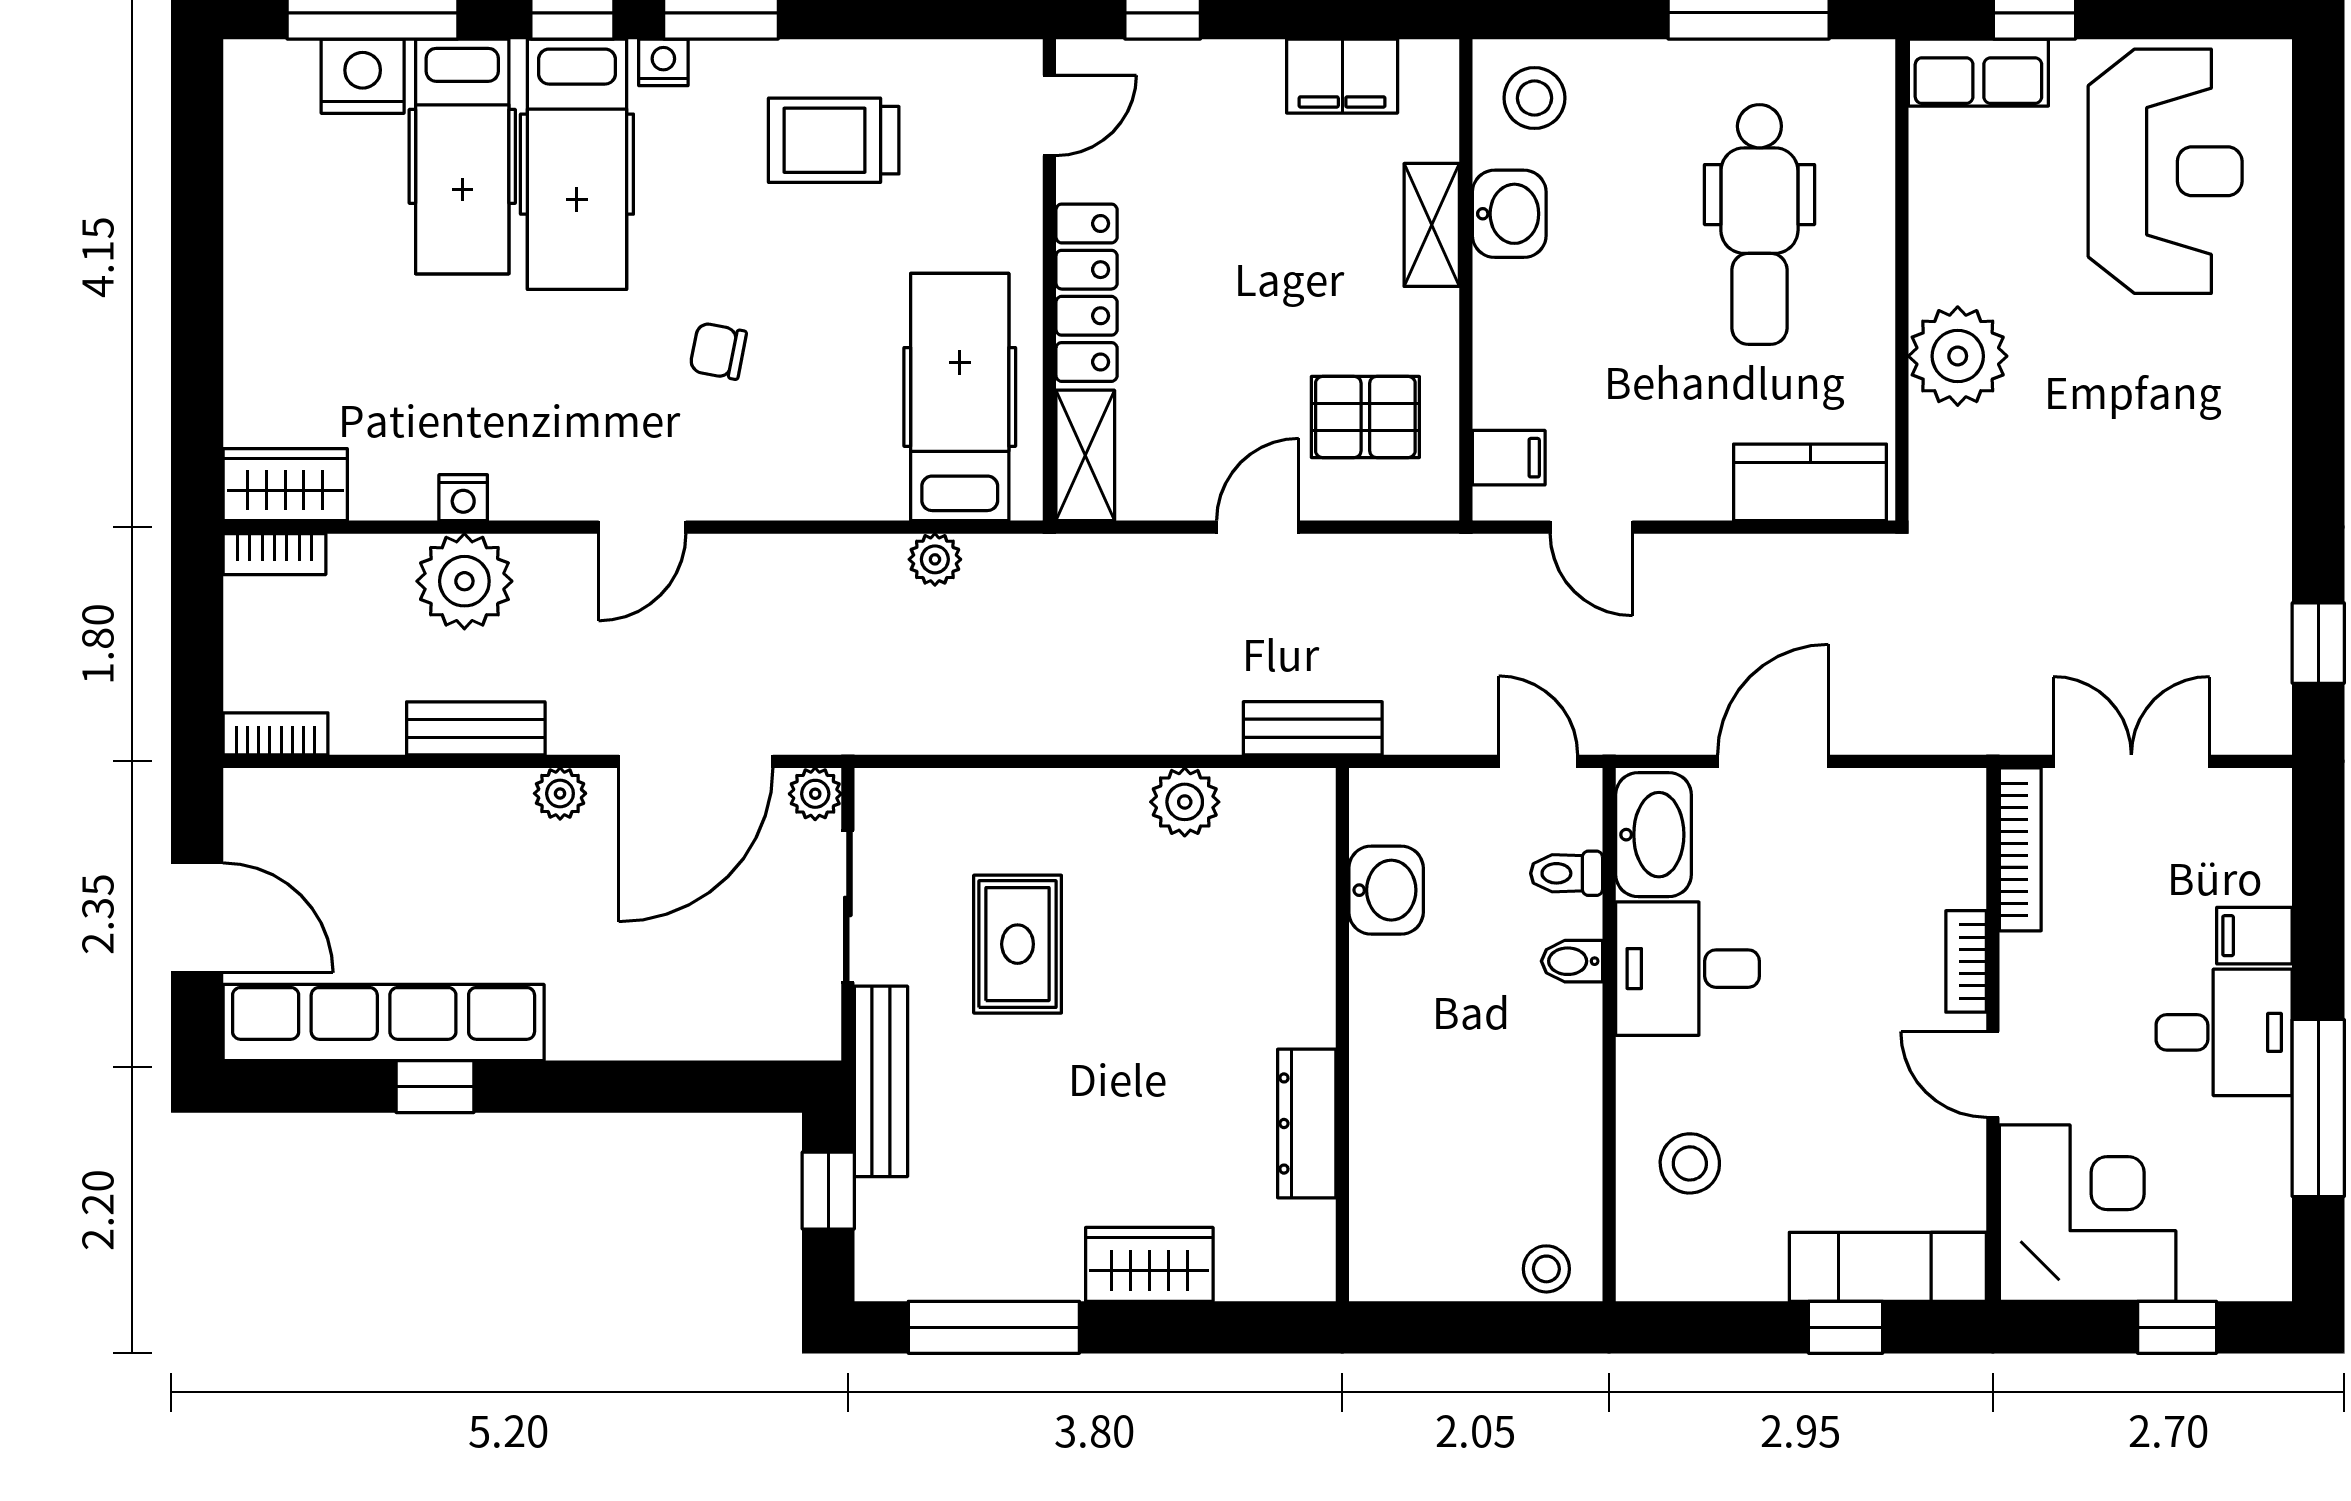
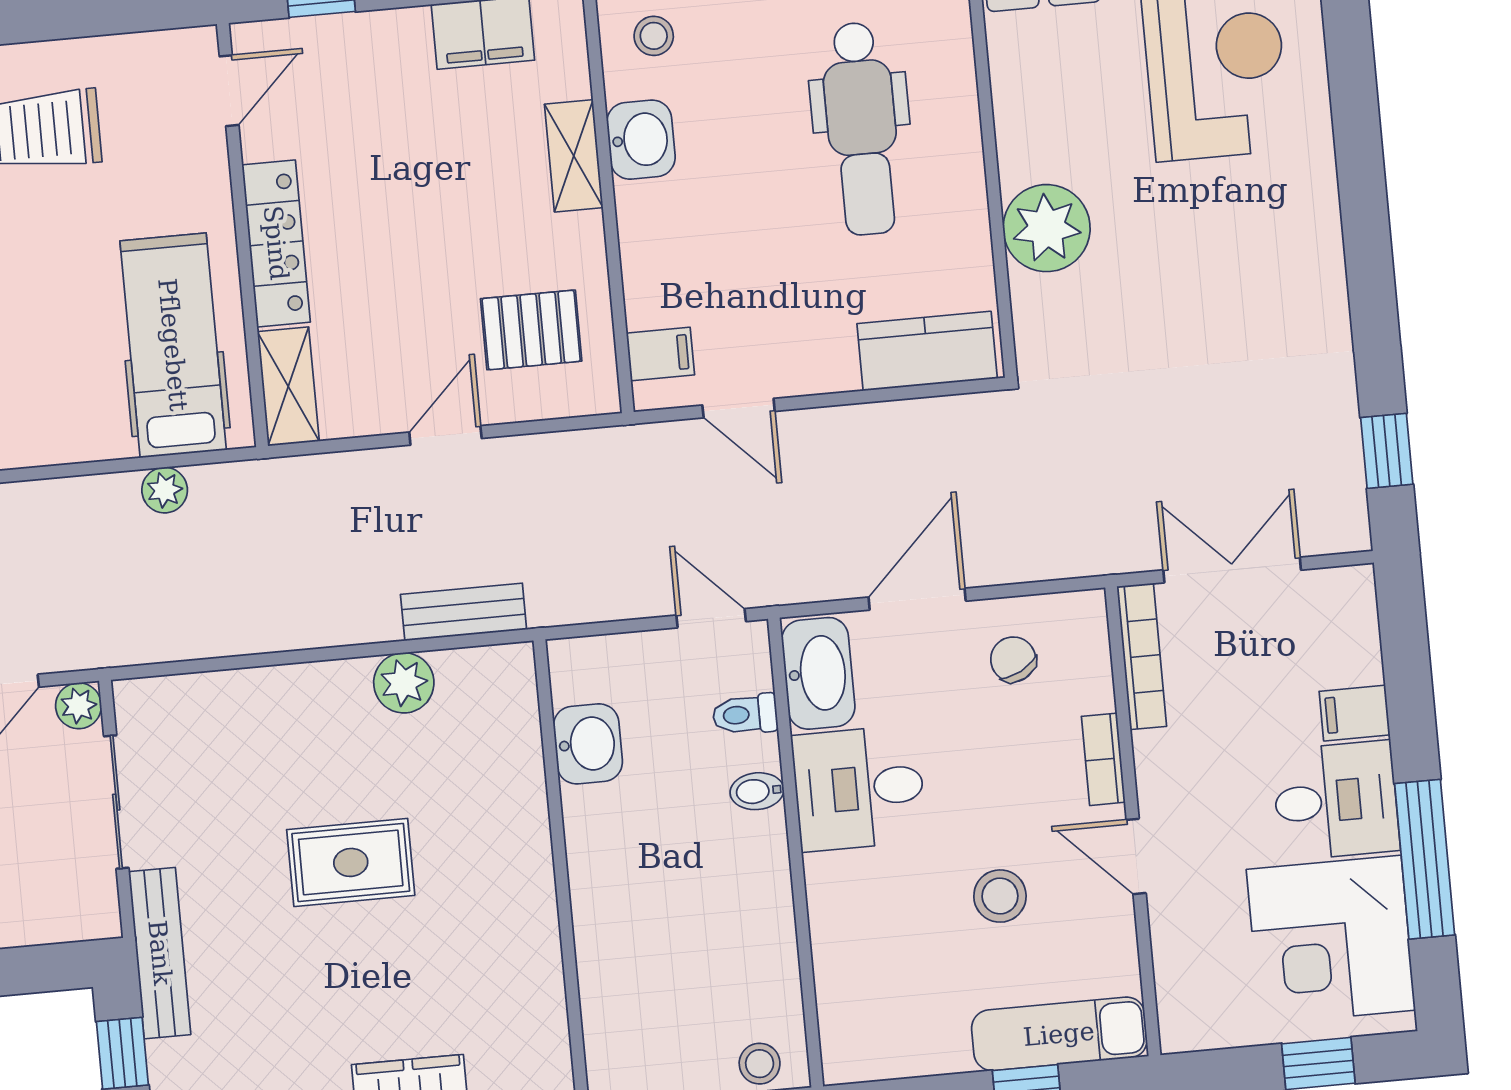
stool: (1534, 98) -> (654, 36), width x0.73, depth x0.73
bench: (1313, 728) -> (464, 612), moved
chair: (1875, 839) -> (1013, 659), added
rug: (1018, 944) -> (351, 862), moved, turned 90
dresser: (1307, 1124) -> (537, 955), removed
stool: (1690, 1163) -> (1000, 896), moved
corner desk: (2088, 1213) -> (1331, 940), moved, turned 180

